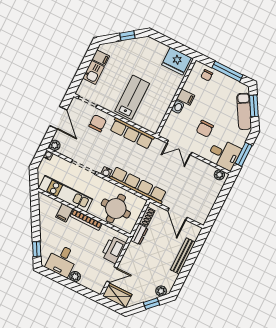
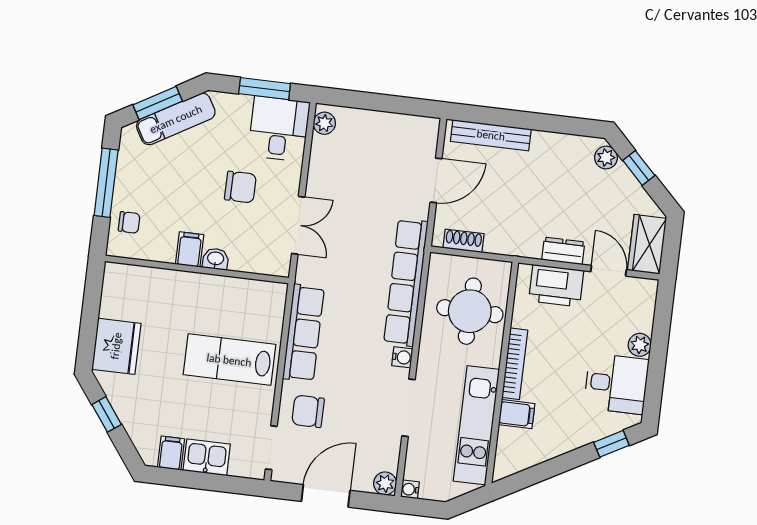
fridge: (177, 61) -> (116, 346), moved
dresser: (139, 234) -> (563, 251), moved
bench: (183, 256) -> (491, 135), moved

